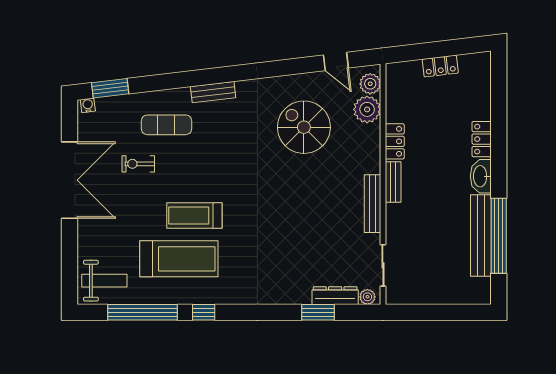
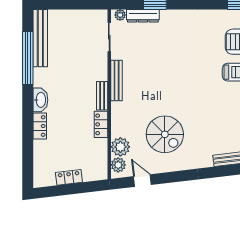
bench: (481, 236) -> (40, 38), moved

